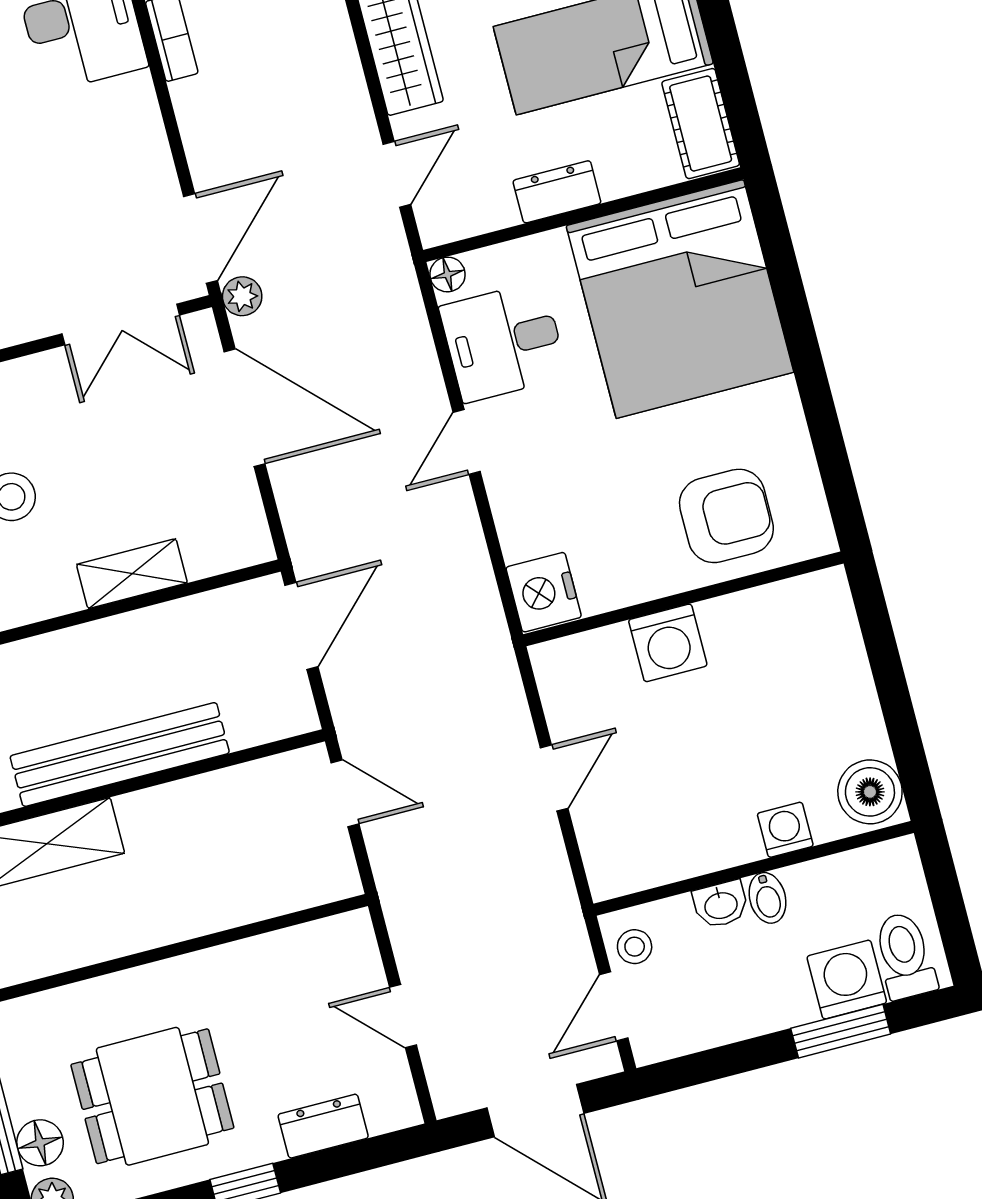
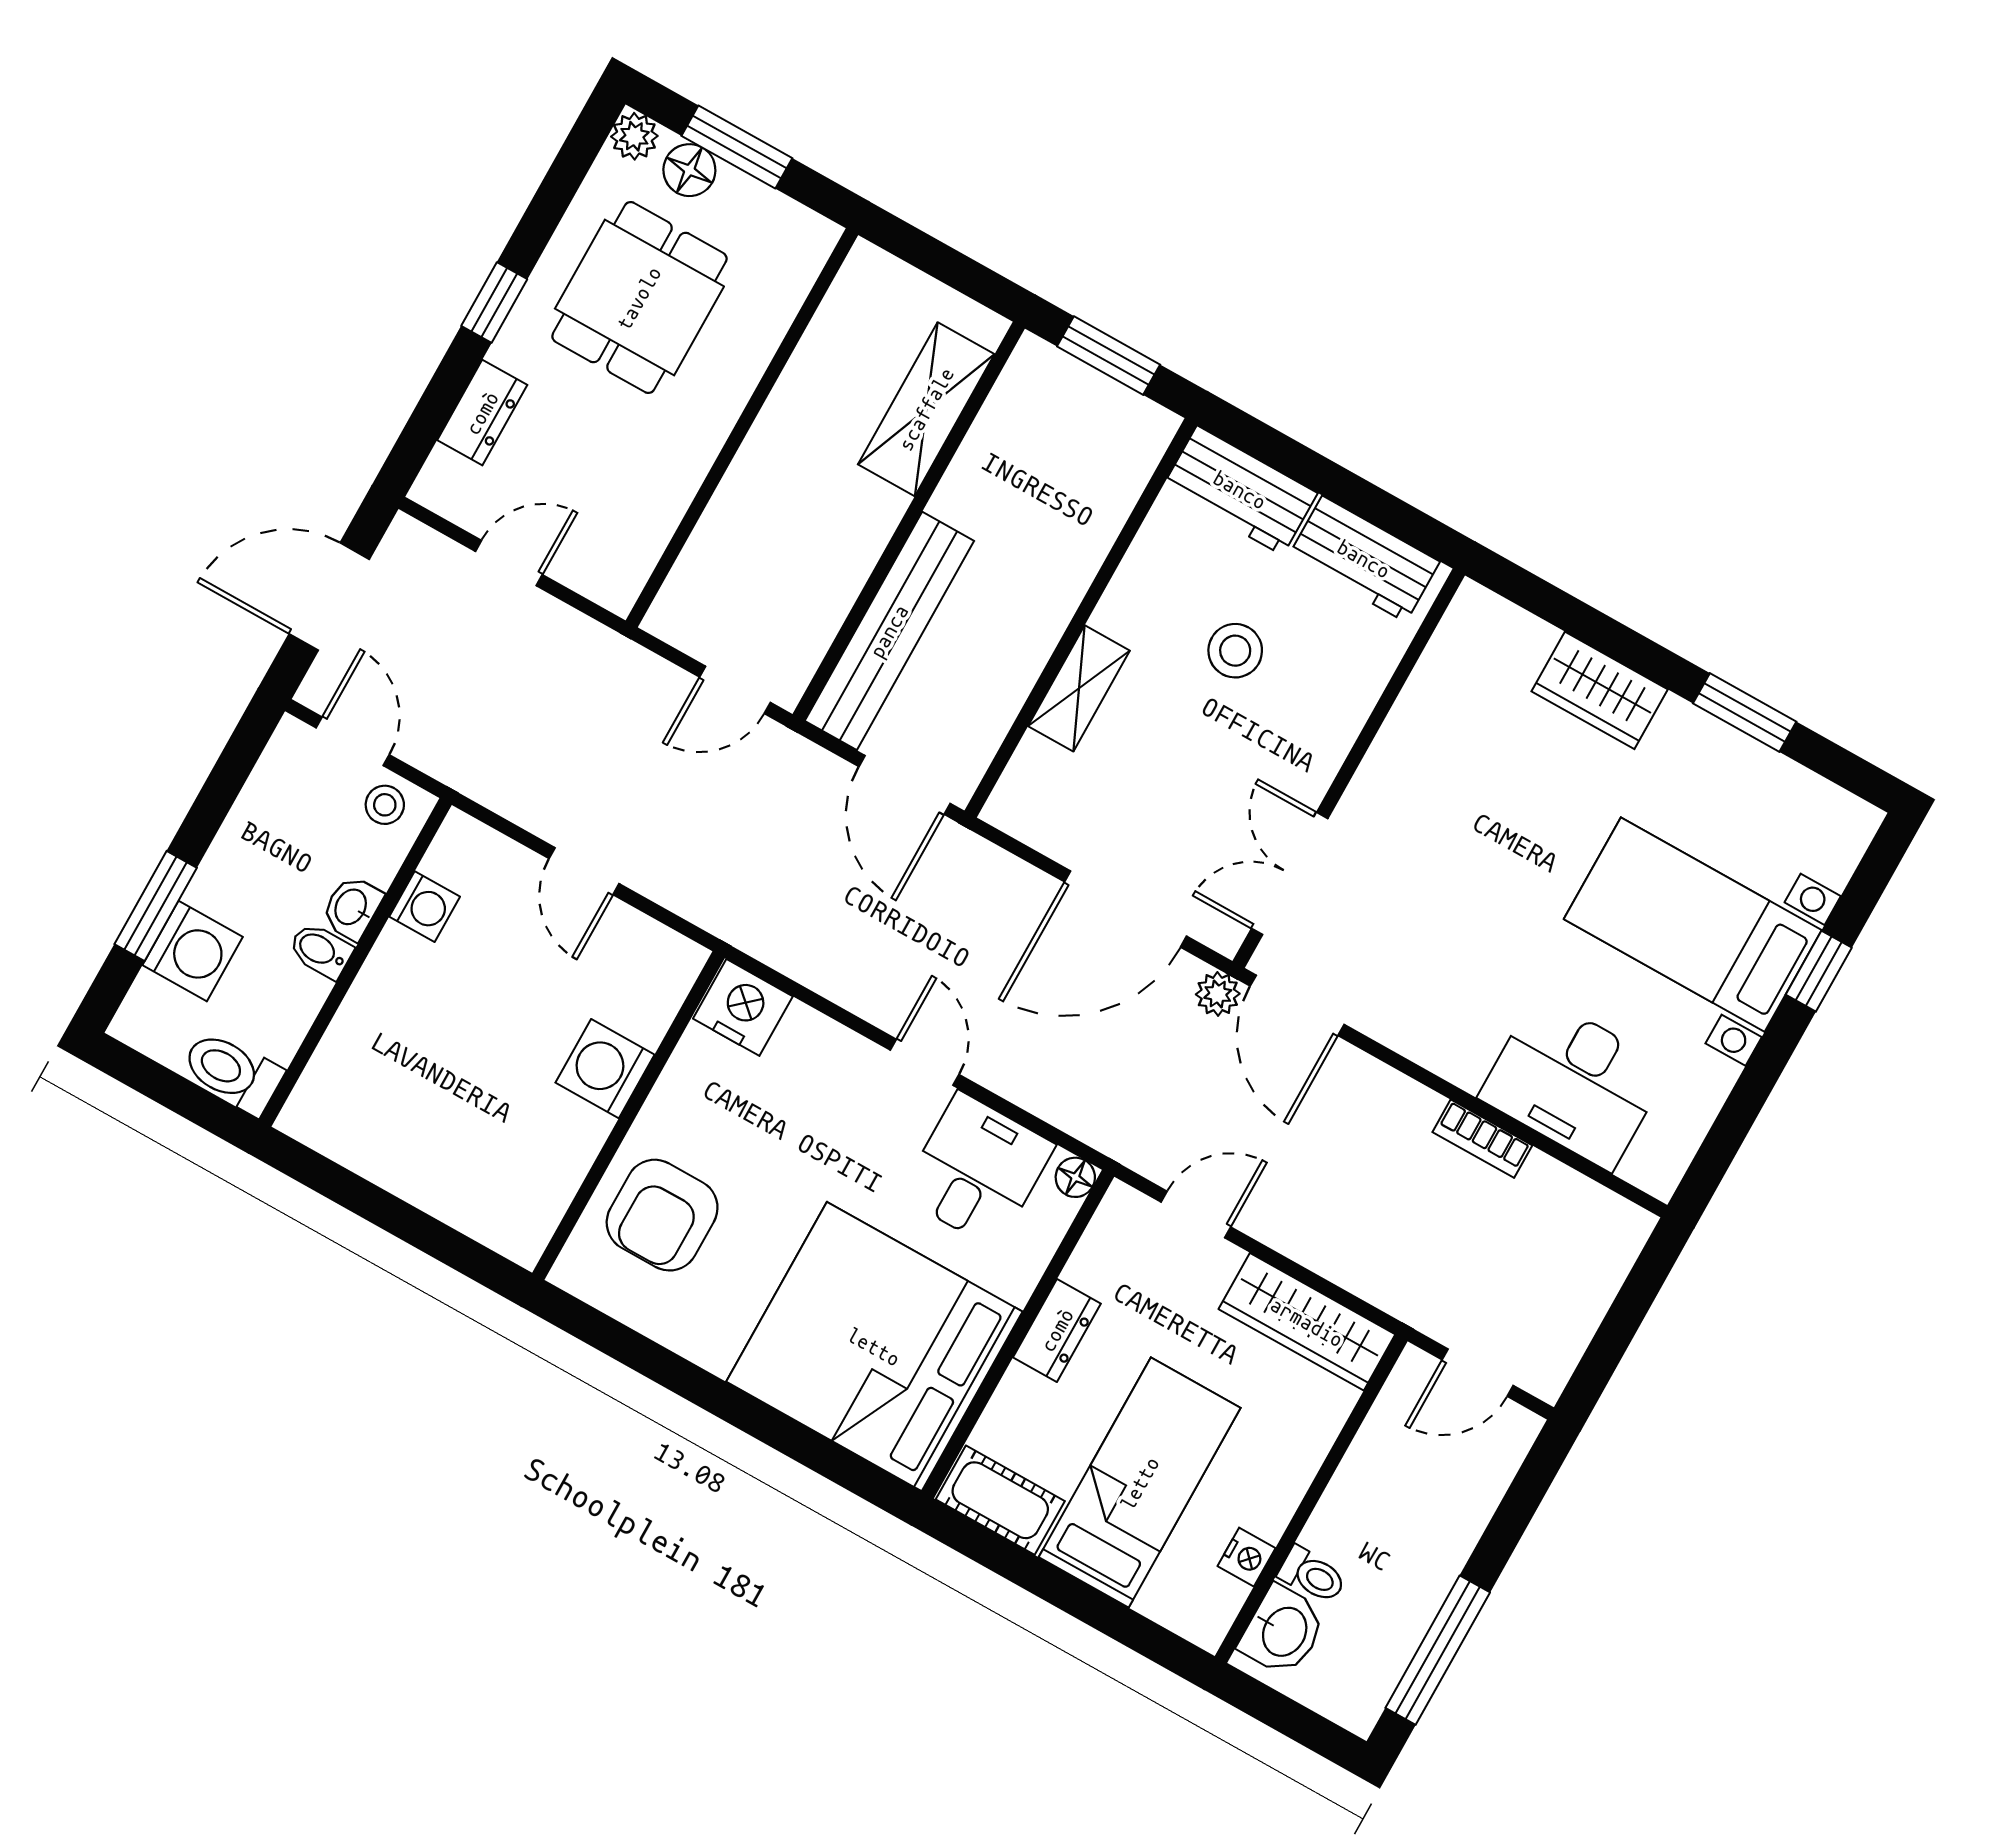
door: (397, 174) -> (1196, 1215), swing flipped
bench: (120, 755) -> (889, 631), moved
boiler: (870, 792) -> (327, 1116), removed
washing machine: (785, 830) -> (425, 907), moved
toilet: (905, 956) -> (232, 1072), moved, turned 180

